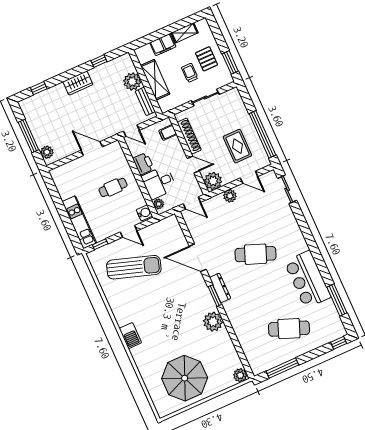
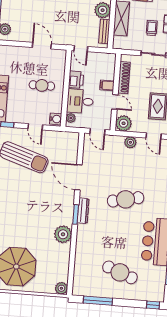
filing cabinet: (168, 132) -> (107, 85), moved
cafe table: (256, 254) -> (126, 199), turned -33

